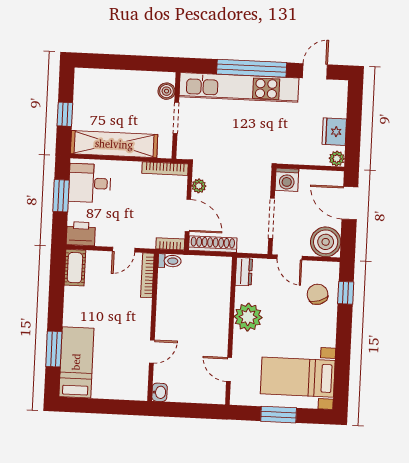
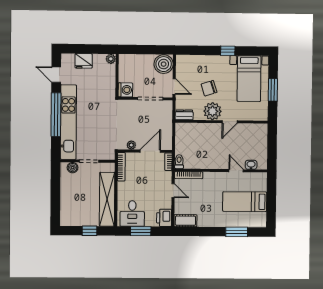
fridge: (334, 132) -> (84, 61), moved
door: (350, 203) -> (139, 50), removed
shoe rack: (213, 244) -> (168, 135), removed
door: (290, 257) -> (174, 86), hinge flipped
window: (346, 293) -> (228, 51), moved
chair: (318, 294) -> (209, 88), moved
bed: (76, 362) -> (245, 202), moved
door: (229, 370) -> (230, 122), moved
washbasin: (160, 392) -> (251, 165), moved

